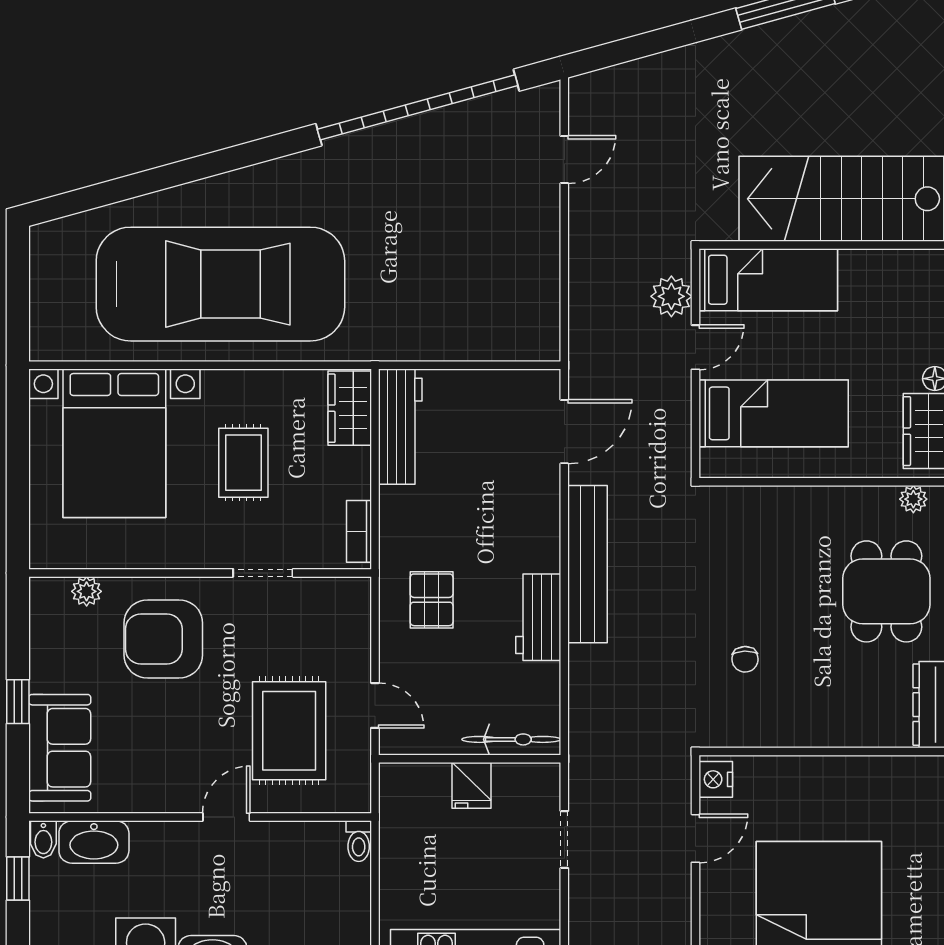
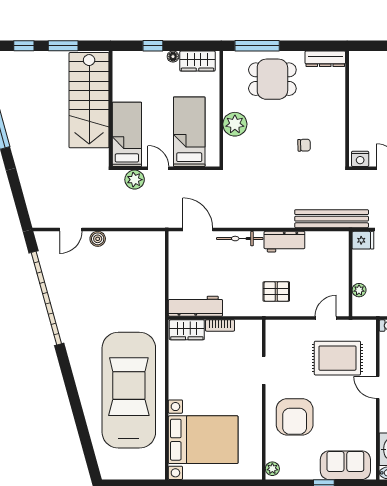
door: (564, 160) -> (71, 230), swing flipped
boiler: (544, 217) -> (98, 239), added
rug: (243, 463) -> (212, 379), removed
plant: (913, 499) -> (235, 124), moved, width x1.87, depth x1.87
bookcase: (359, 531) -> (220, 325), moved
bench: (588, 564) -> (332, 219), moved
plant: (87, 591) -> (272, 469), moved
bicycle: (511, 739) -> (240, 239), moved, turned -90
plant: (435, 777) -> (359, 290), added
fridge: (471, 785) -> (363, 240), moved

